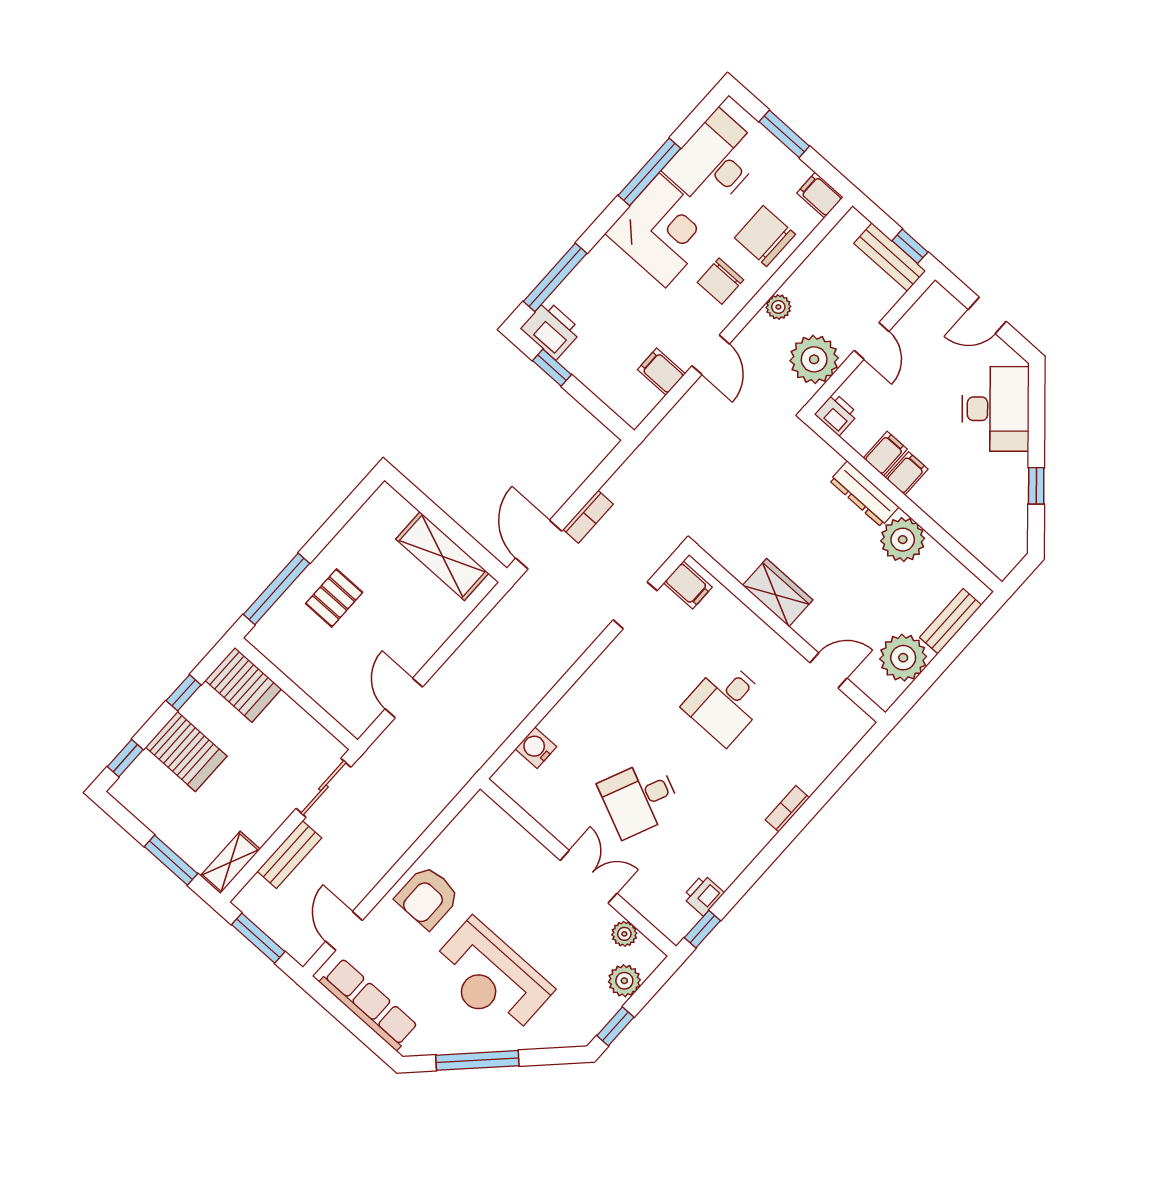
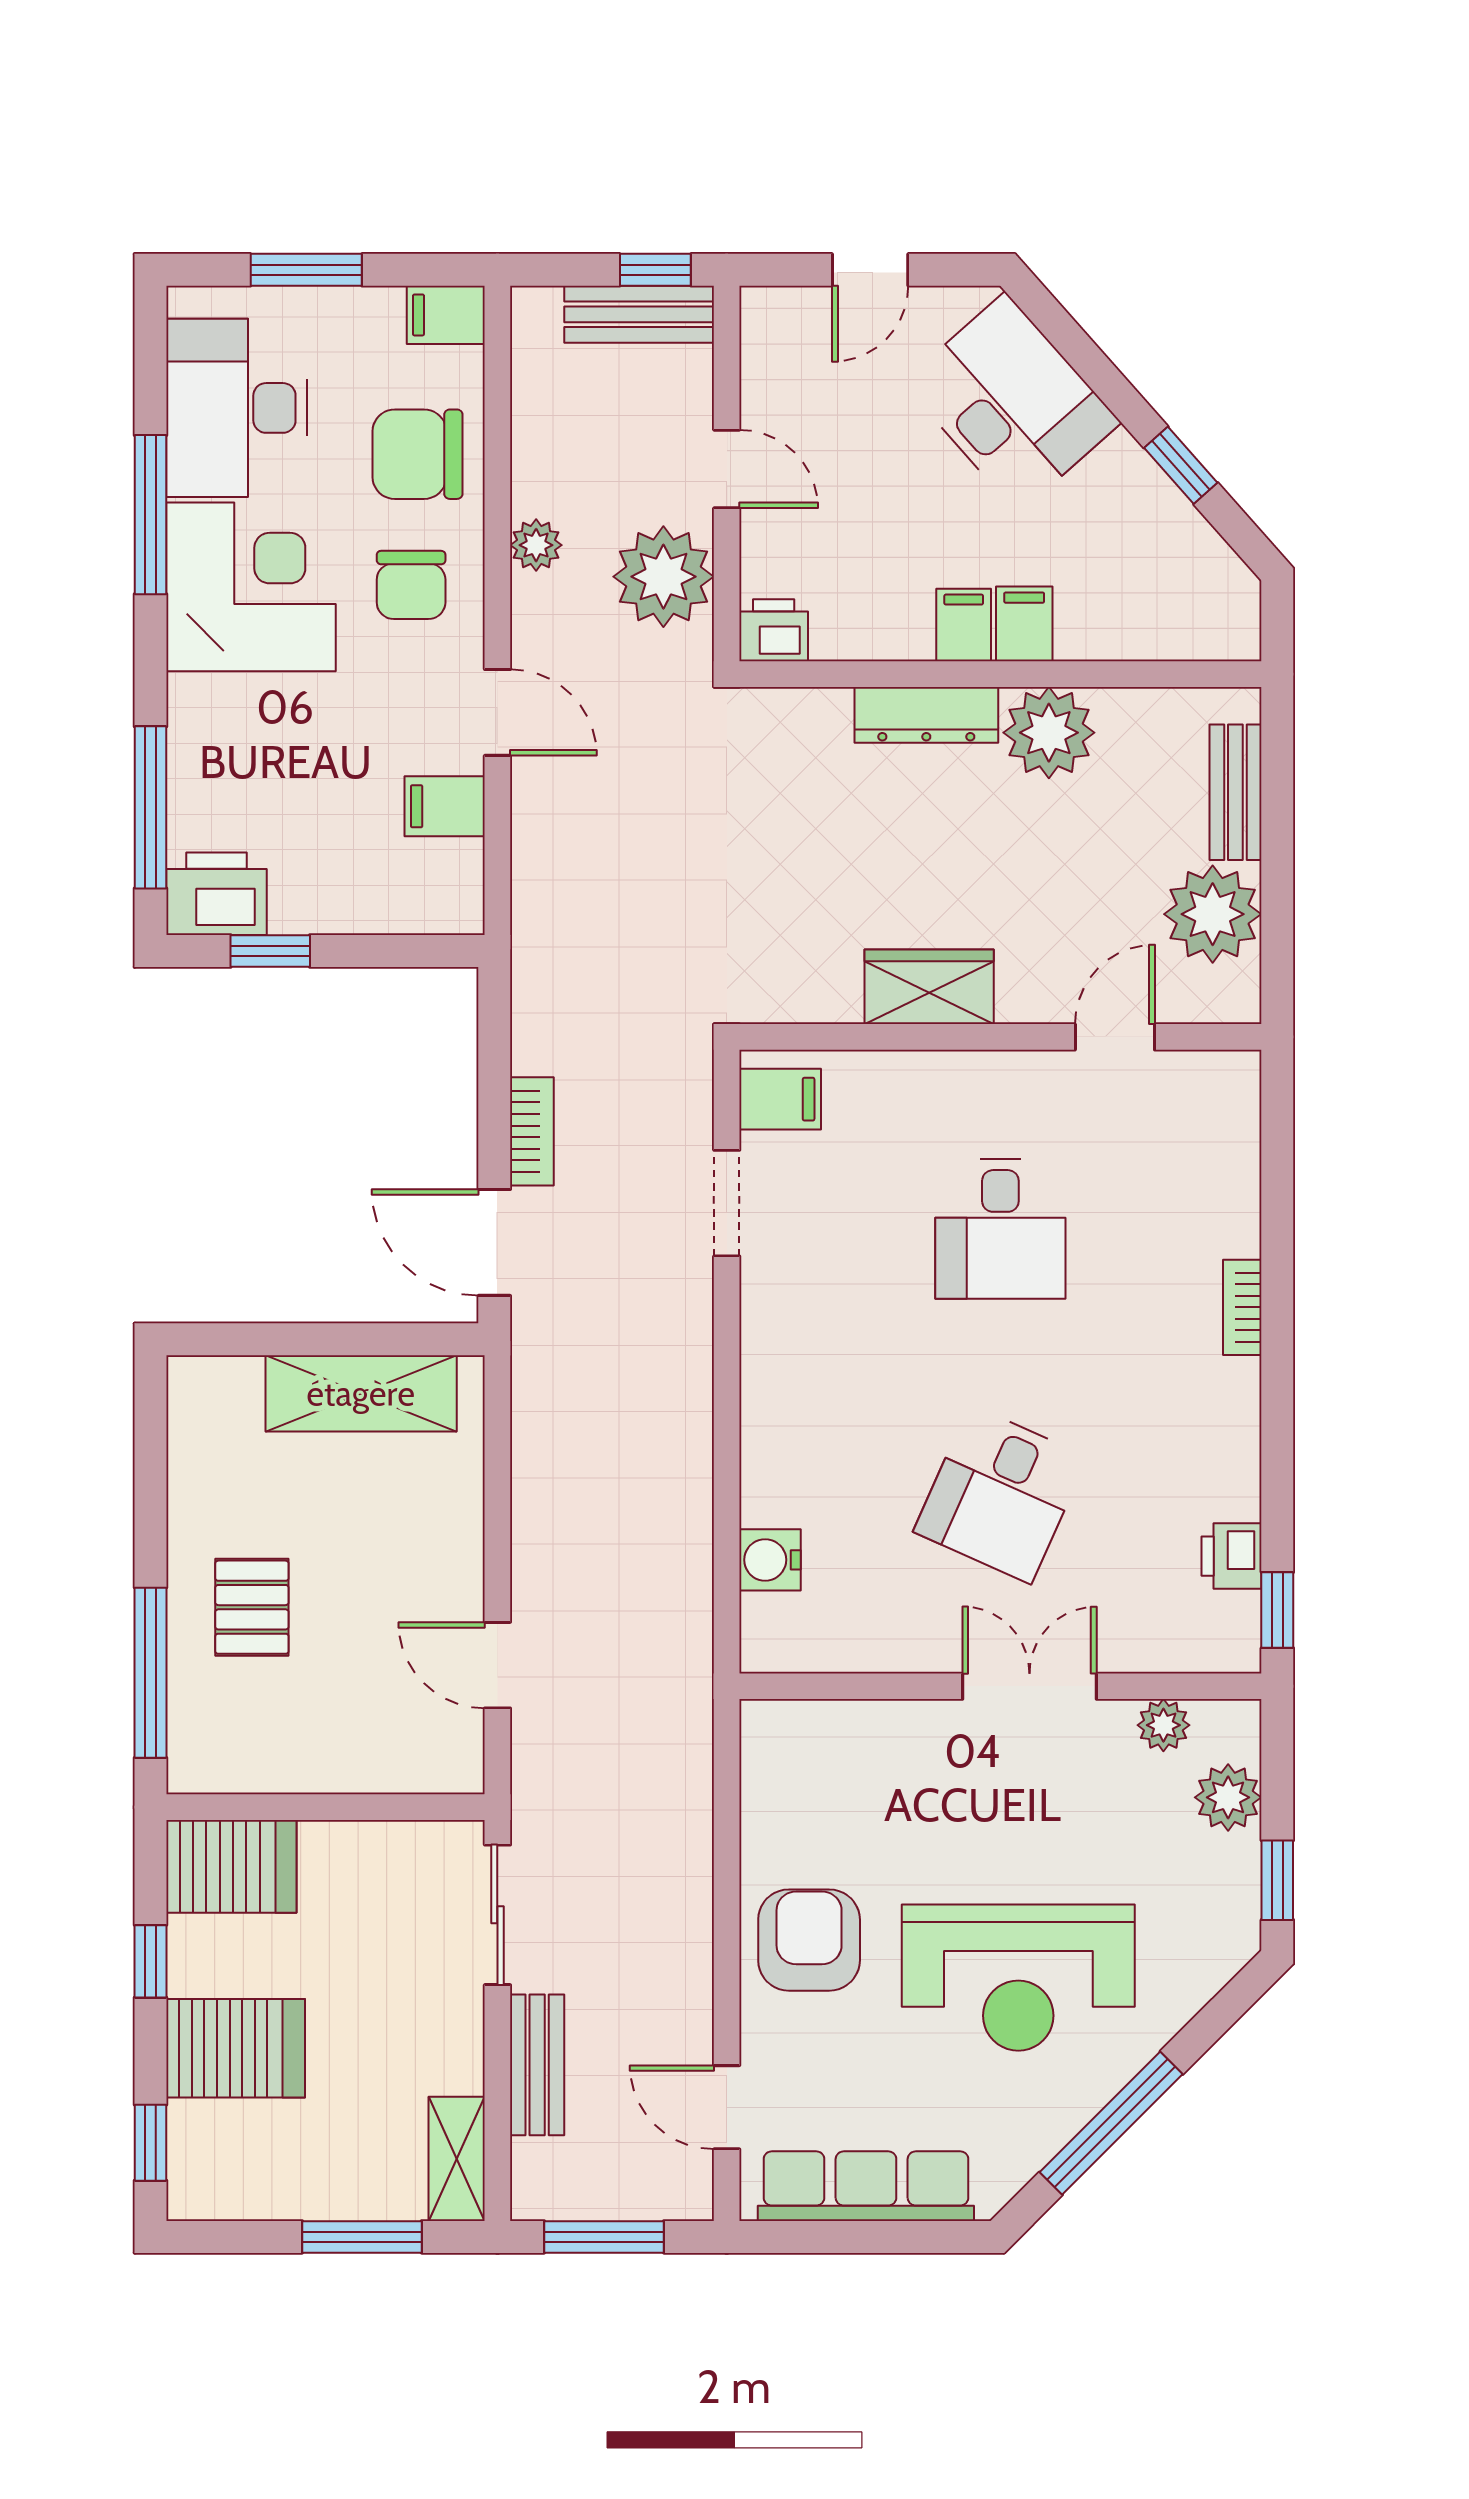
filing cabinet: (885, 454) -> (1024, 624), moved
armchair: (428, 897) -> (809, 1940), turned 180

